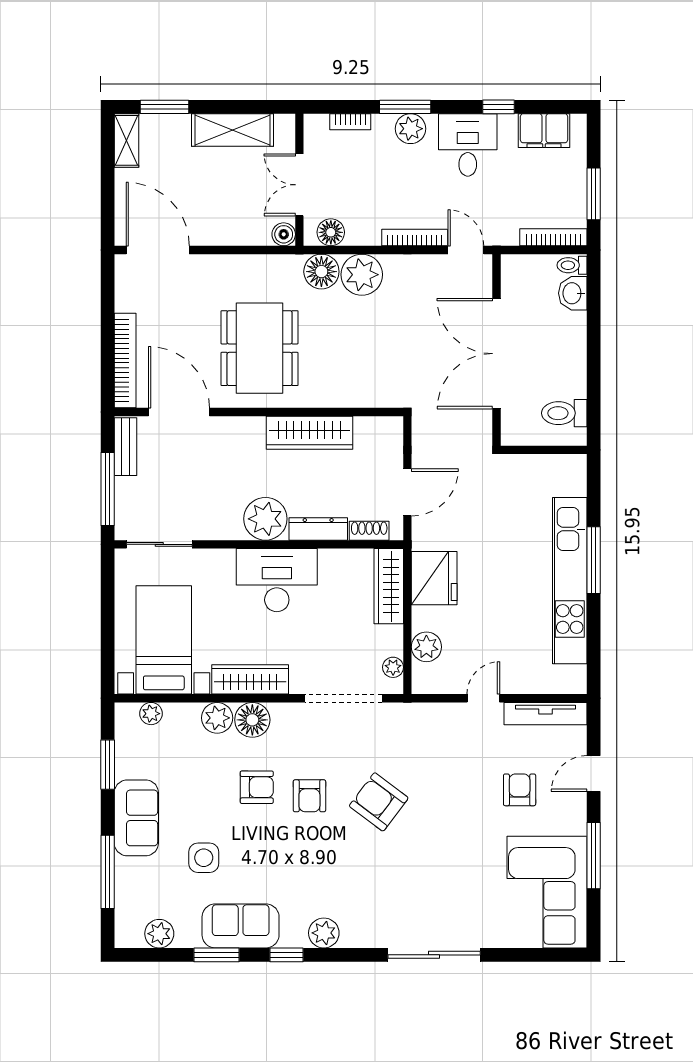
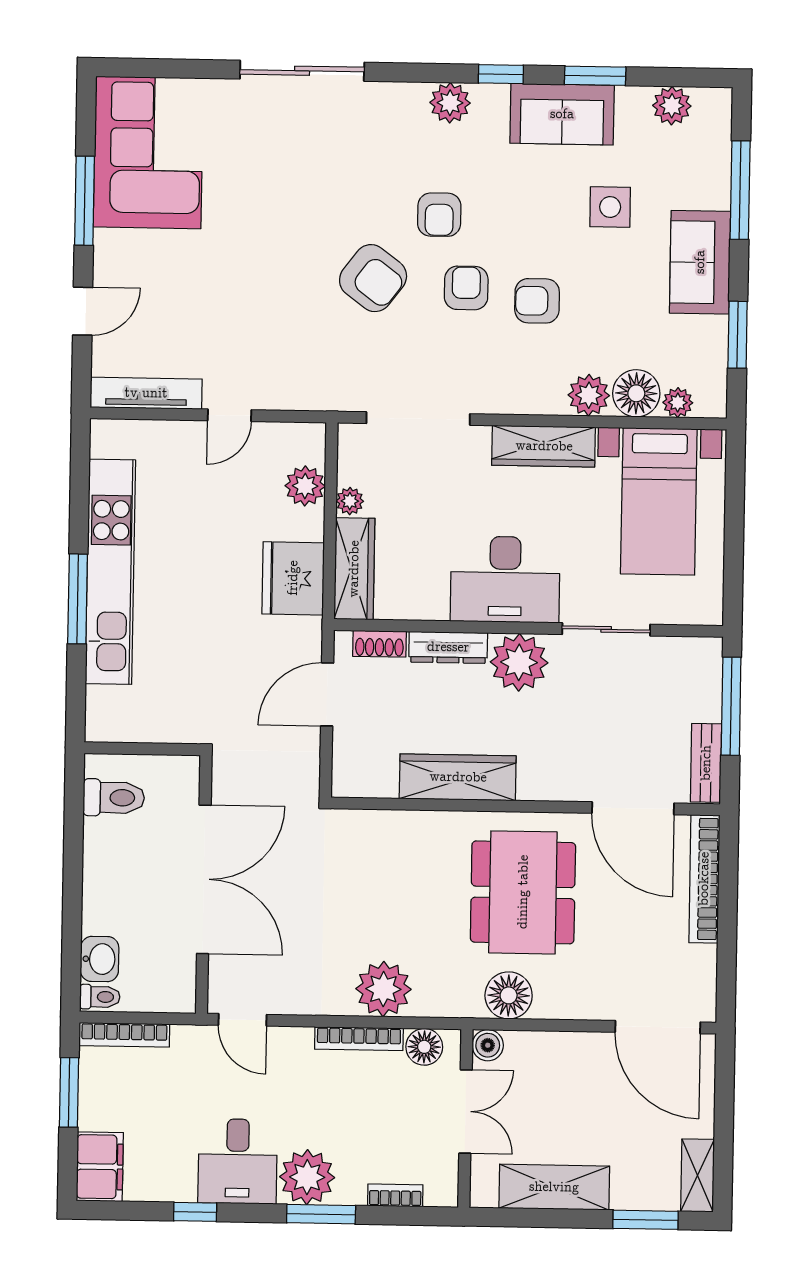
plant: (410, 129) -> (307, 1177), width x1.36, depth x1.36
filing cabinet: (544, 131) -> (100, 1167), moved, turned 90
bookcase: (415, 238) -> (359, 1039), moved
floor lamp: (321, 272) -> (509, 995), moved
sliding door: (159, 544) -> (606, 629), moved
plant: (393, 667) -> (350, 501), moved
floor lamp: (252, 720) -> (636, 393), moved
armchair: (520, 790) -> (439, 215), moved

